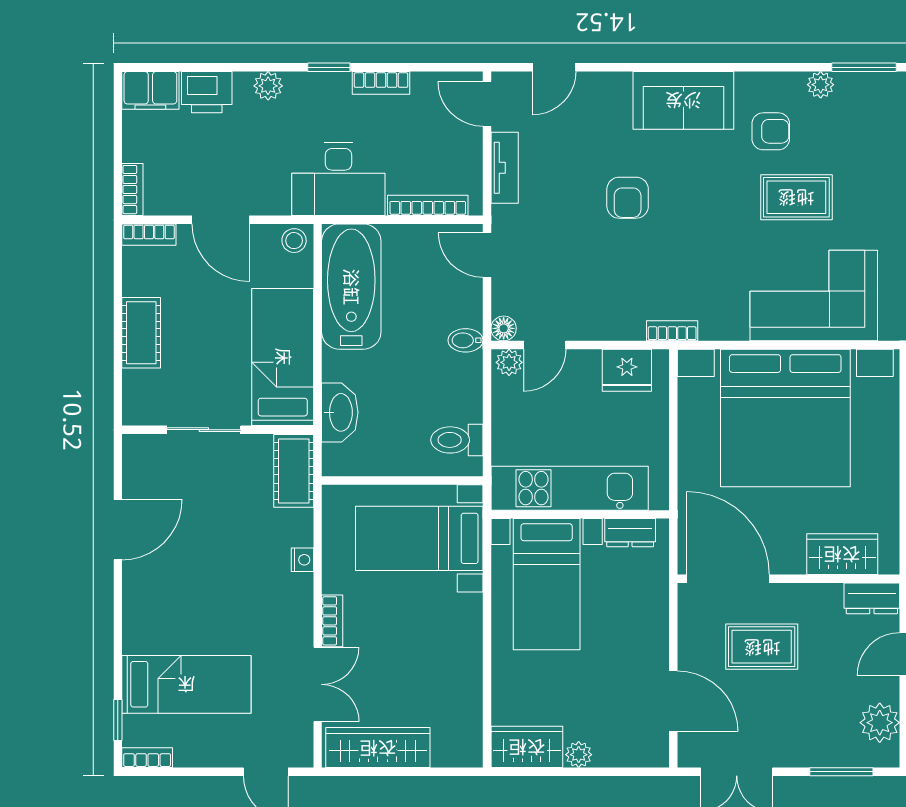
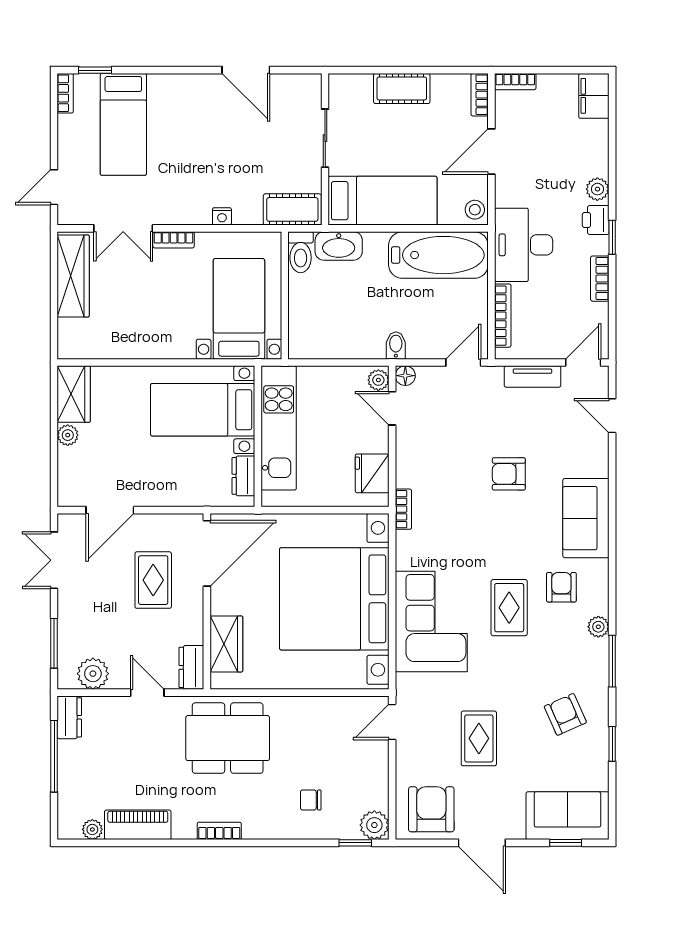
printer: (207, 92) -> (596, 220), moved, width x0.73, depth x0.81
armchair: (771, 131) -> (561, 587), turned 180
toilet: (457, 440) -> (301, 252), moved, turned 180

